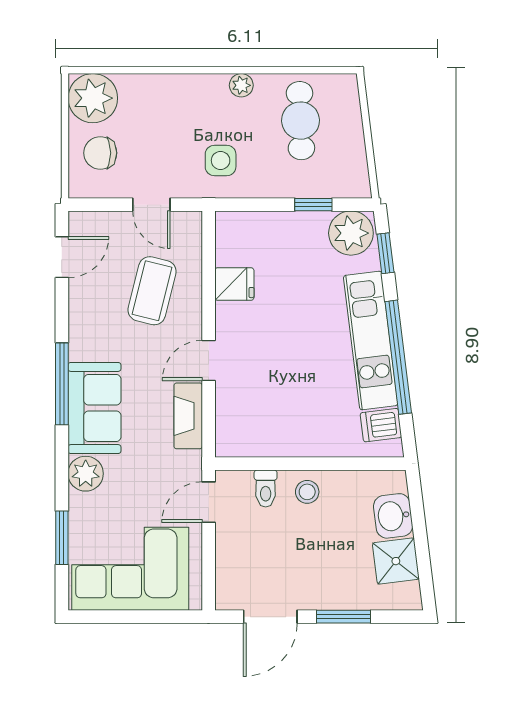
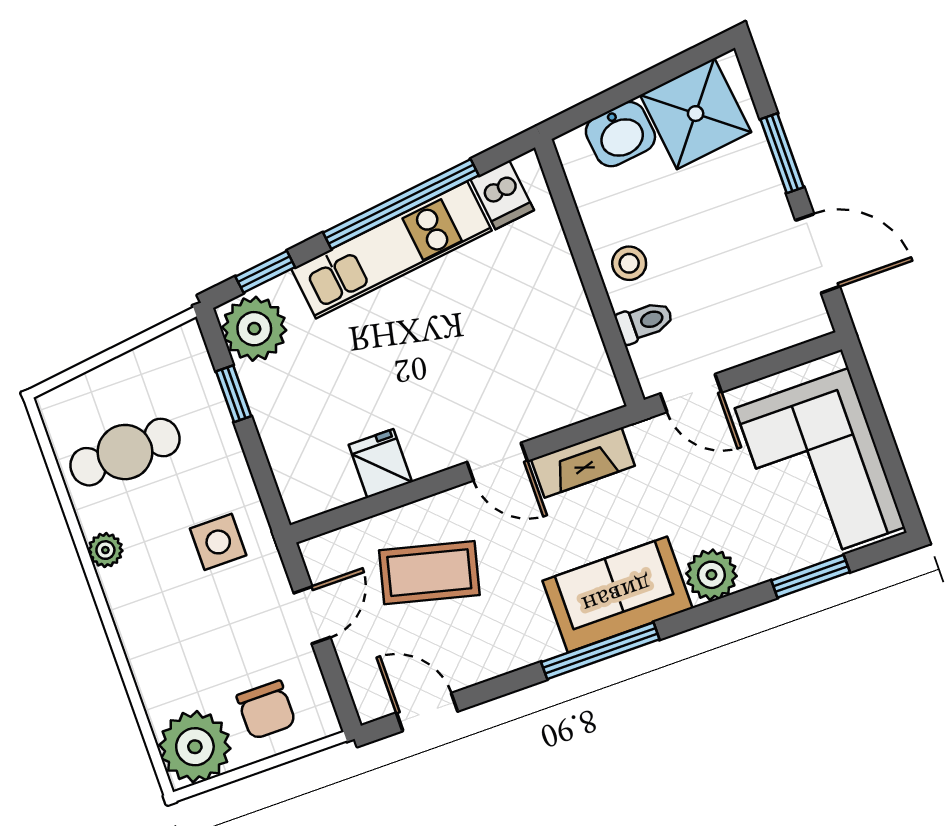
shower: (396, 561) -> (696, 114), width x1.36, depth x1.36

